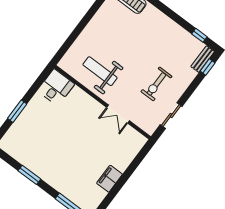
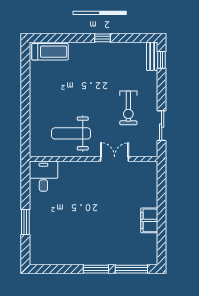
window: (199, 35) -> (103, 38), moved
double door: (118, 114) -> (115, 159), swing flipped
window: (29, 175) -> (96, 269), moved

